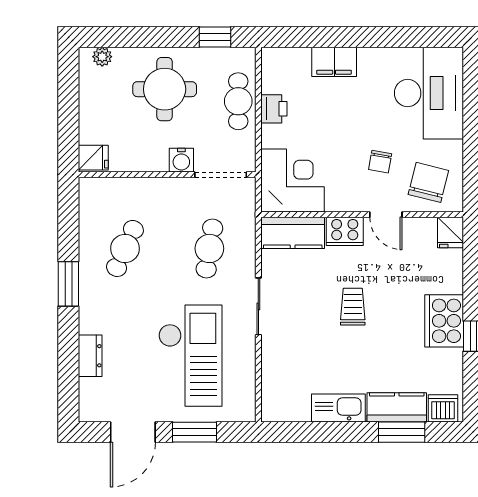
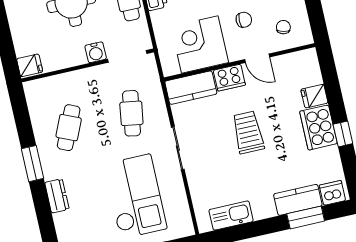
chair: (380, 162) -> (244, 20), turned -100
corner desk: (293, 180) -> (200, 44), moved, turned -90
chair: (428, 182) -> (283, 27), width x0.54, depth x0.54
fridge: (451, 232) -> (314, 96), moved, turned 90
trolley: (353, 307) -> (248, 132), width x1.36, depth x1.39
dresser: (90, 356) -> (57, 196), moved
kitchen sink: (338, 408) -> (231, 216), moved

